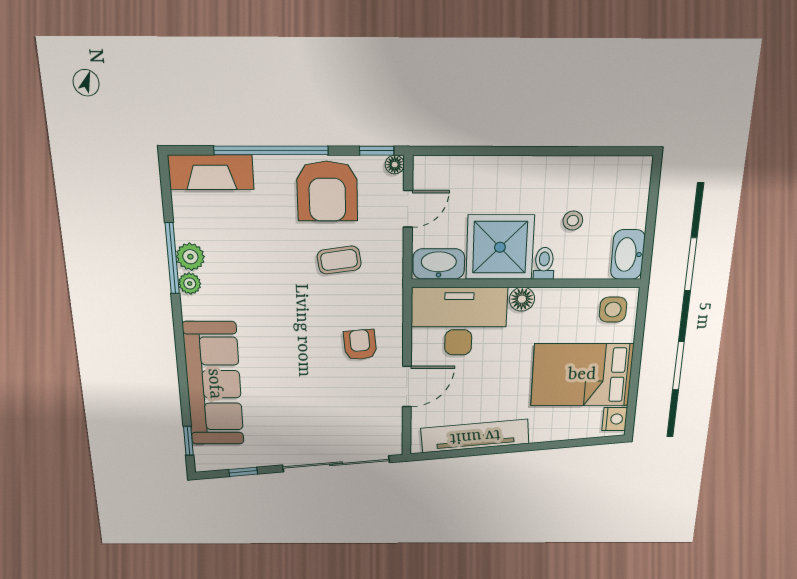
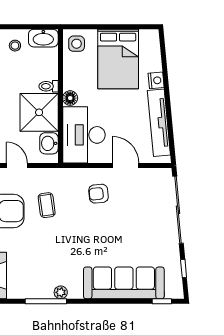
stool: (573, 221) -> (15, 46), moved
plant: (190, 257) -> (45, 291), removed
washbasin: (439, 264) -> (49, 143), width x0.72
nightstand: (615, 419) -> (156, 80), moved, turned 85

